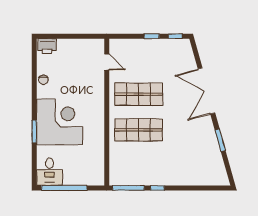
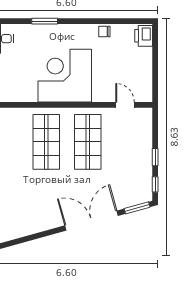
door: (107, 62) -> (125, 105), swing flipped
corner desk: (60, 122) -> (65, 76), moved, turned 180
window: (220, 140) -> (137, 208), moved

